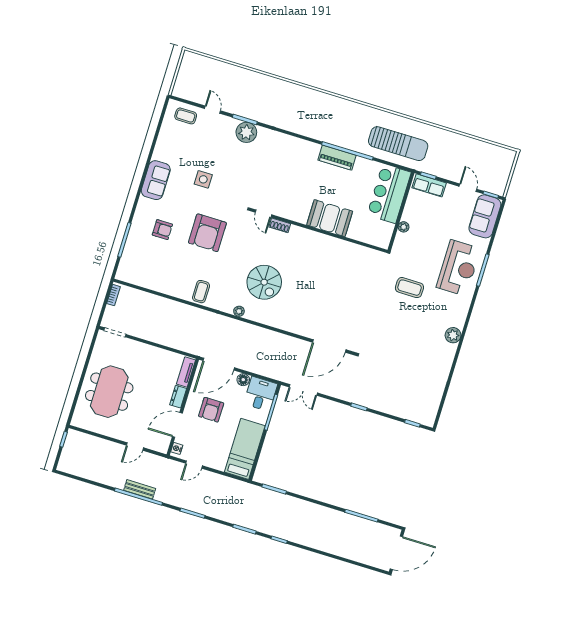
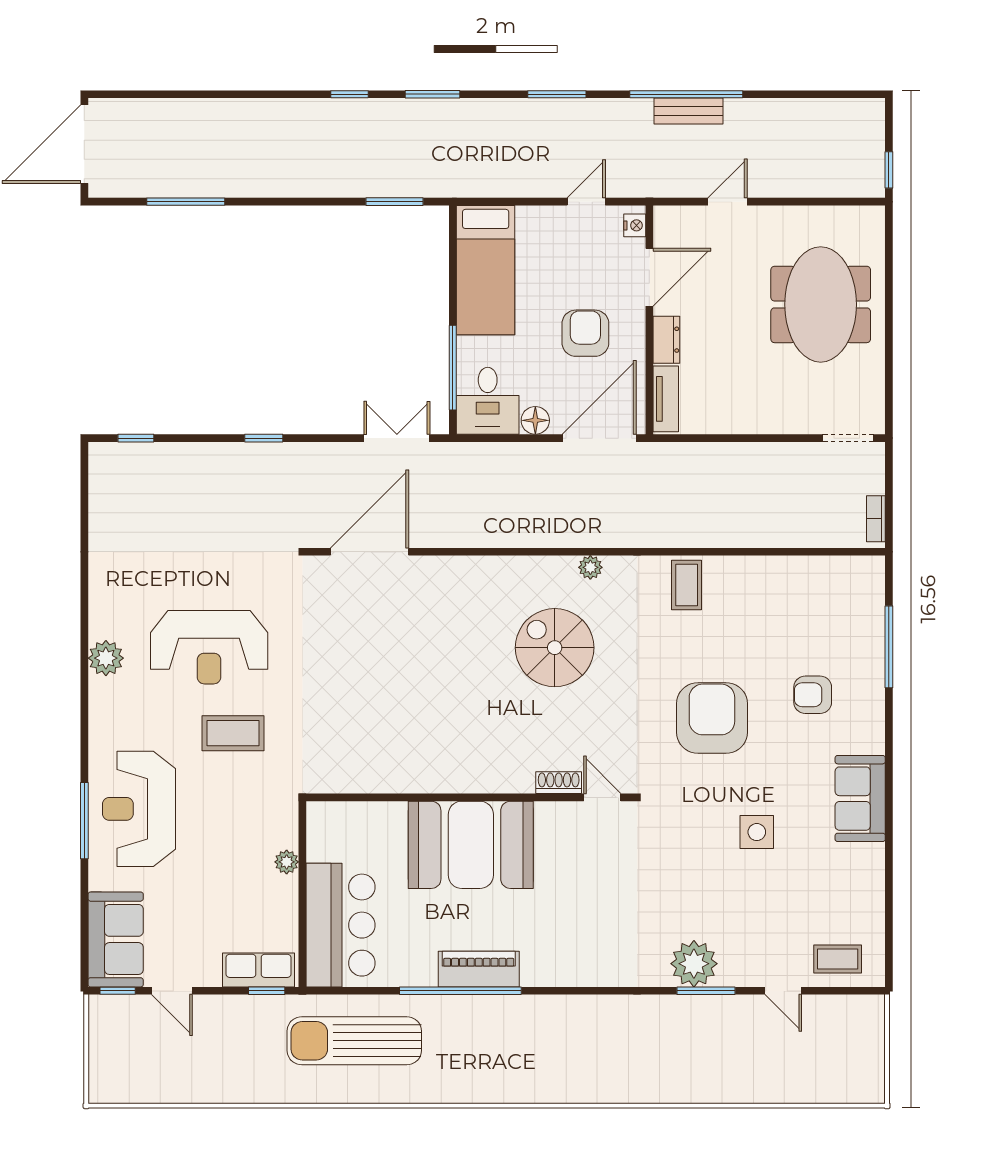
booth: (330, 218) -> (471, 845), width x1.36, depth x1.42
reception desk: (409, 327) -> (209, 647), added

